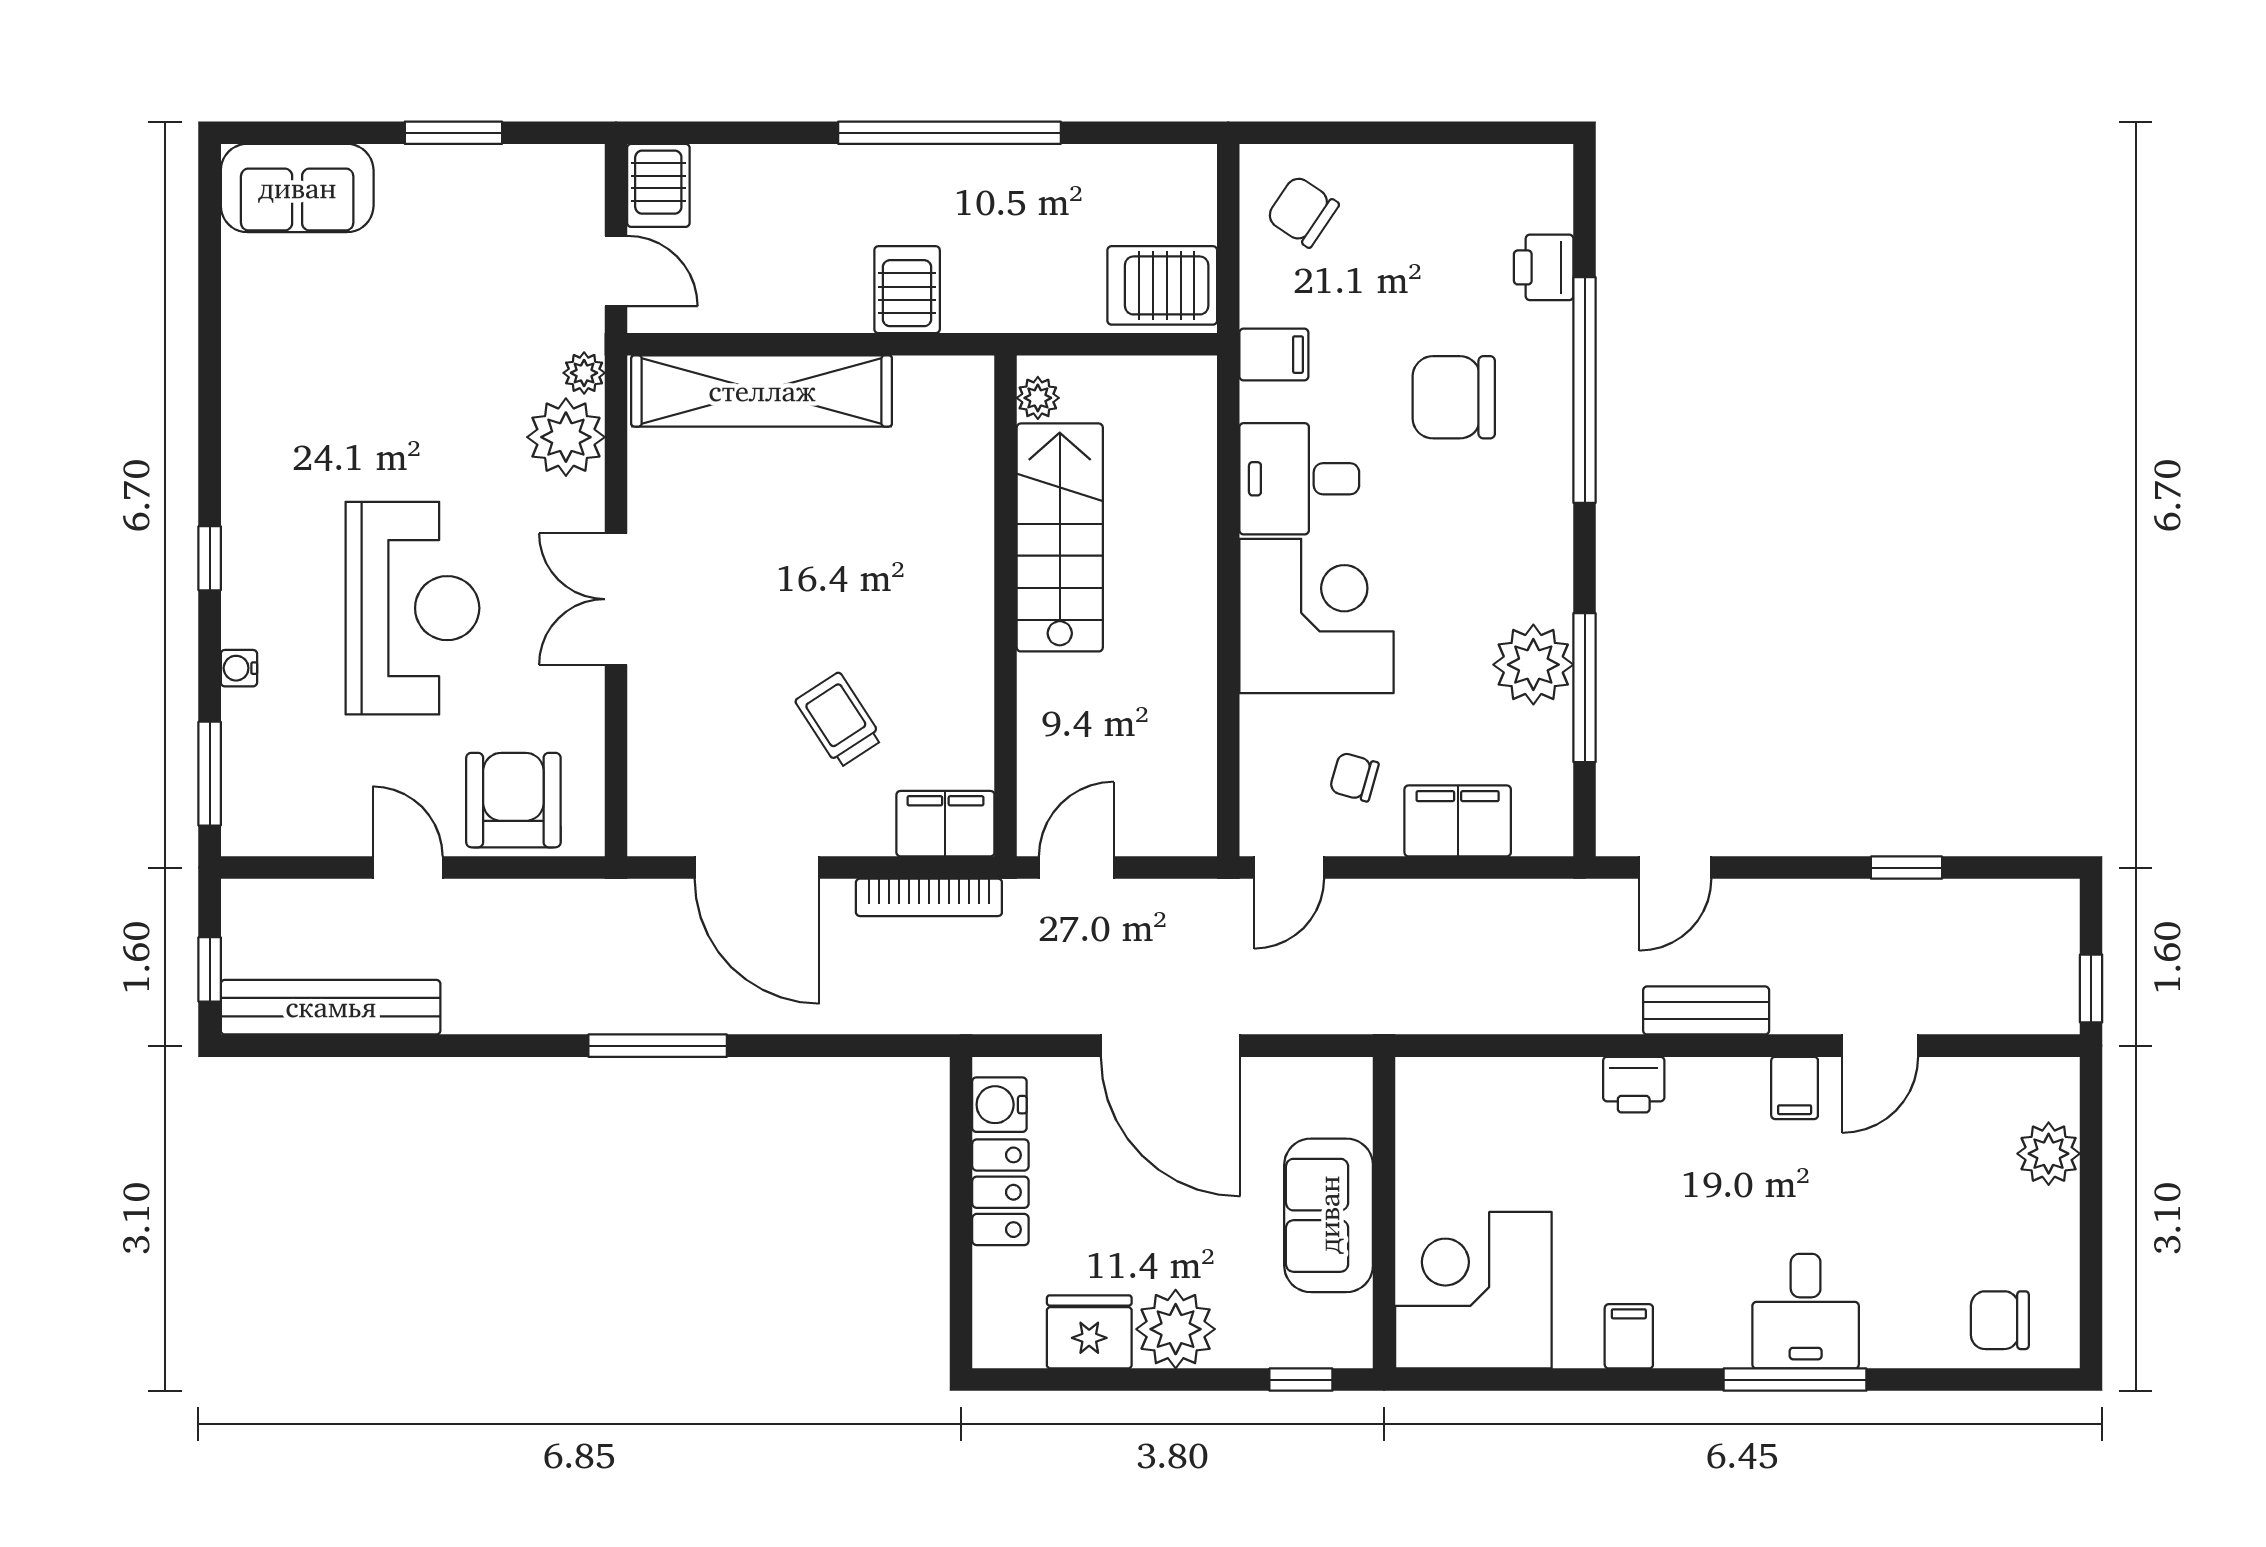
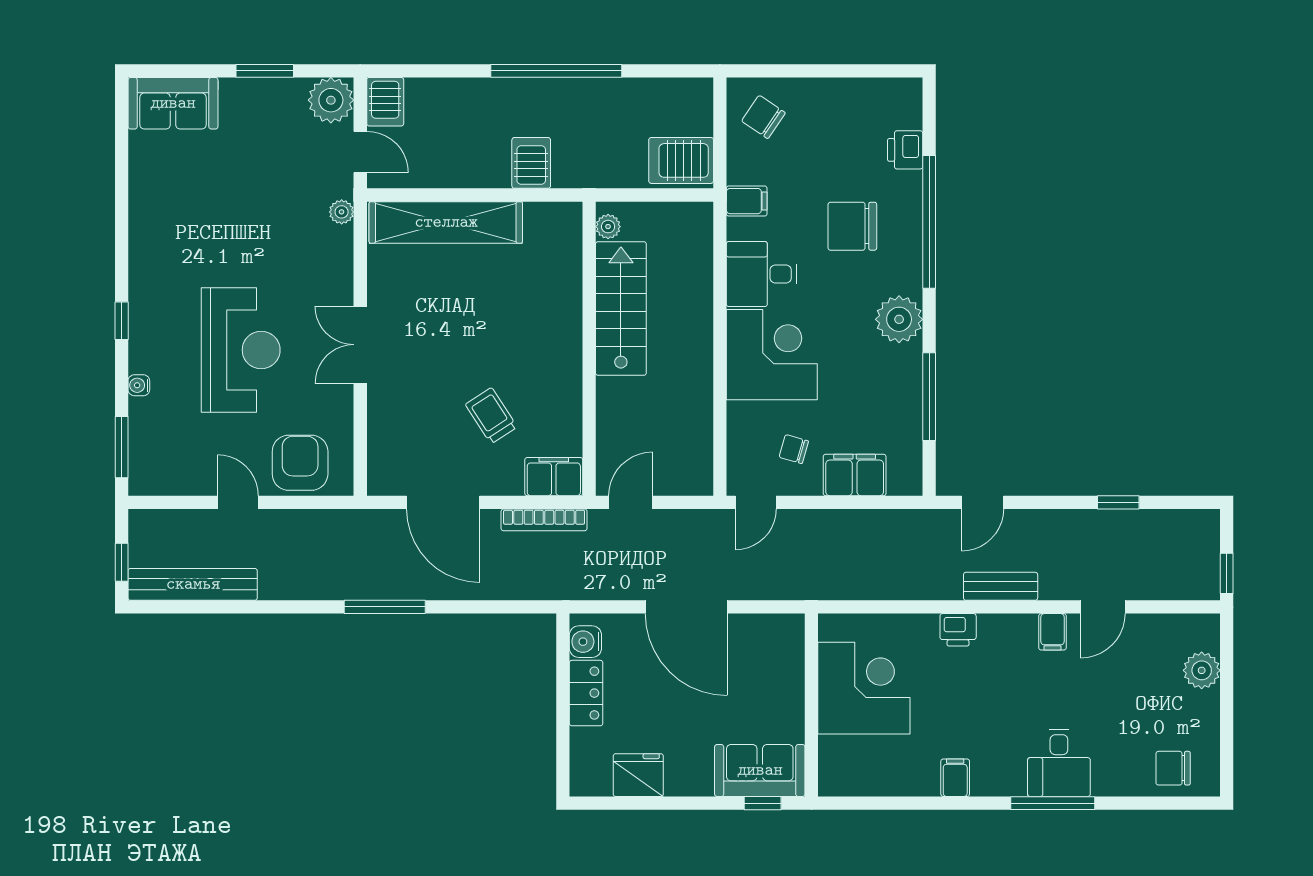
plant: (566, 437) -> (331, 100), moved
plant: (1533, 665) -> (899, 319), moved
sofa: (1329, 1215) -> (760, 770), moved, turned 90
corner desk: (1473, 1290) -> (864, 688), moved, turned 90
plant: (1176, 1329) -> (689, 773), removed

